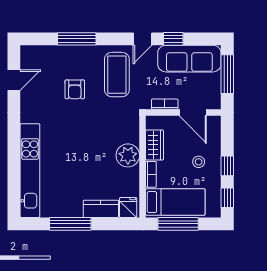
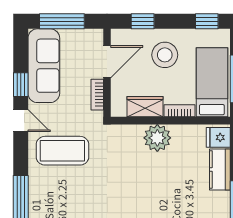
armchair: (75, 89) -> (80, 200), removed
stool: (199, 162) -> (165, 55), width x1.89, depth x1.89
window: (227, 166) -> (143, 21), moved

